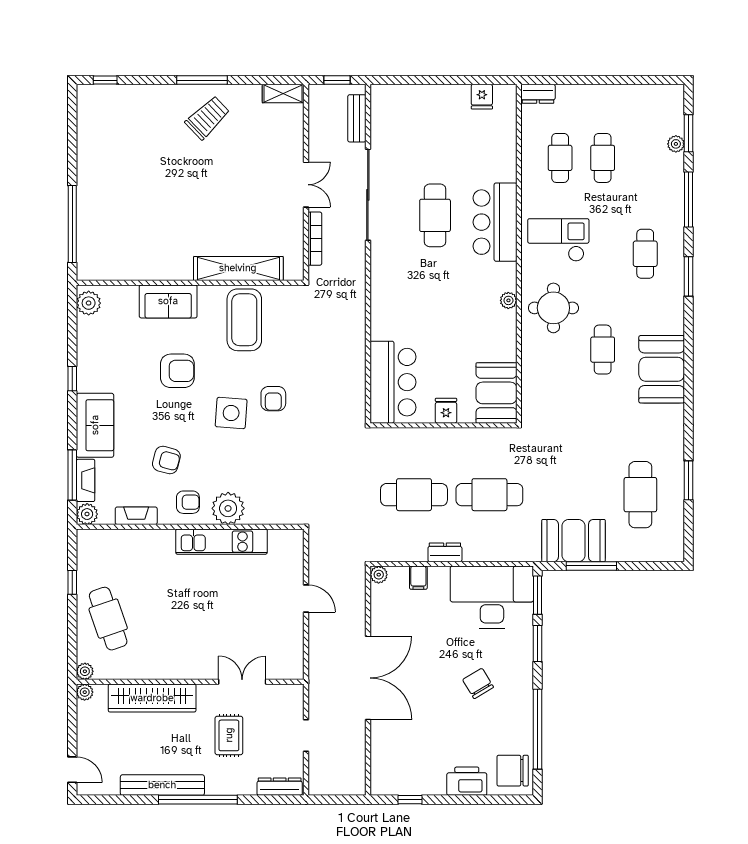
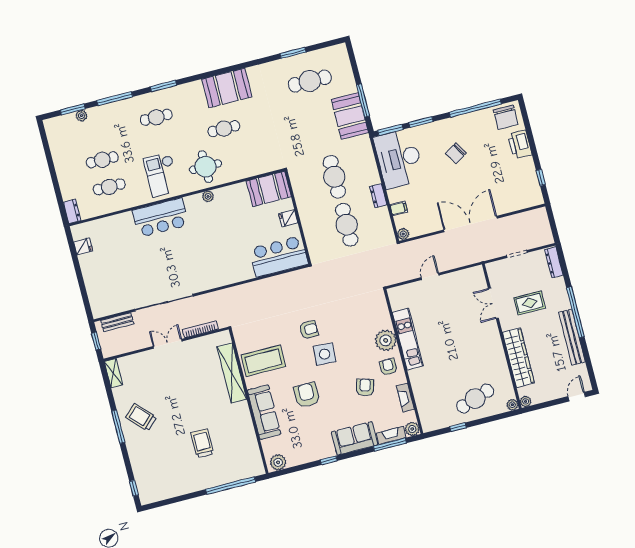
trolley: (146, 198) -> (202, 443), added
cafe table: (435, 215) -> (166, 257), removed
sofa: (168, 301) -> (264, 412), width x1.36

